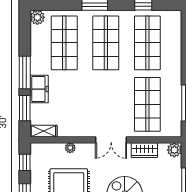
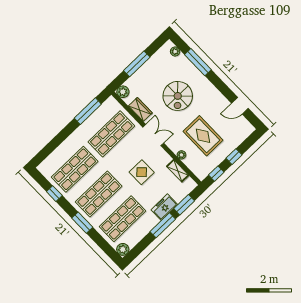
display table: (89, 99) -> (142, 172), added
shelving: (43, 131) -> (178, 171), moved

